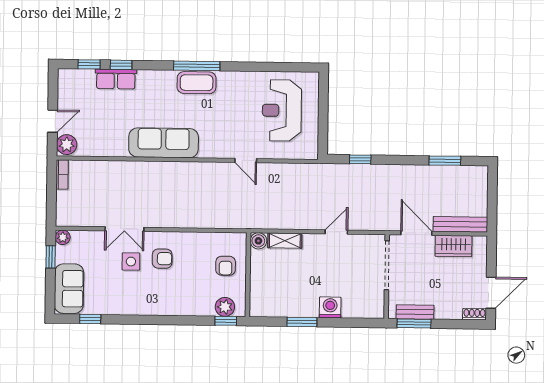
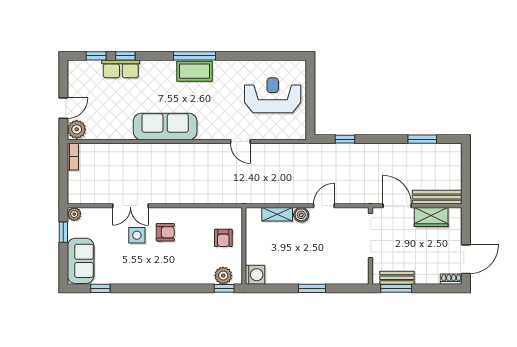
reception desk: (282, 110) -> (273, 95), turned 90
boiler: (258, 241) -> (301, 215), moved
washing machine: (330, 307) -> (255, 275), moved, turned 90
window: (302, 322) -> (312, 288), moved

